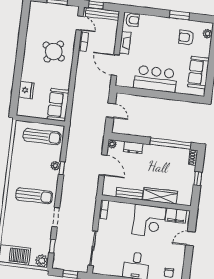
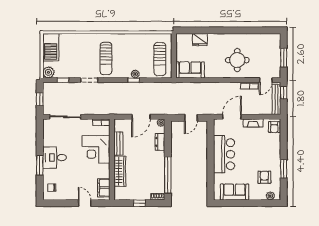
round table: (54, 52) -> (237, 60), turned -34
corner desk: (149, 221) -> (96, 149), moved

